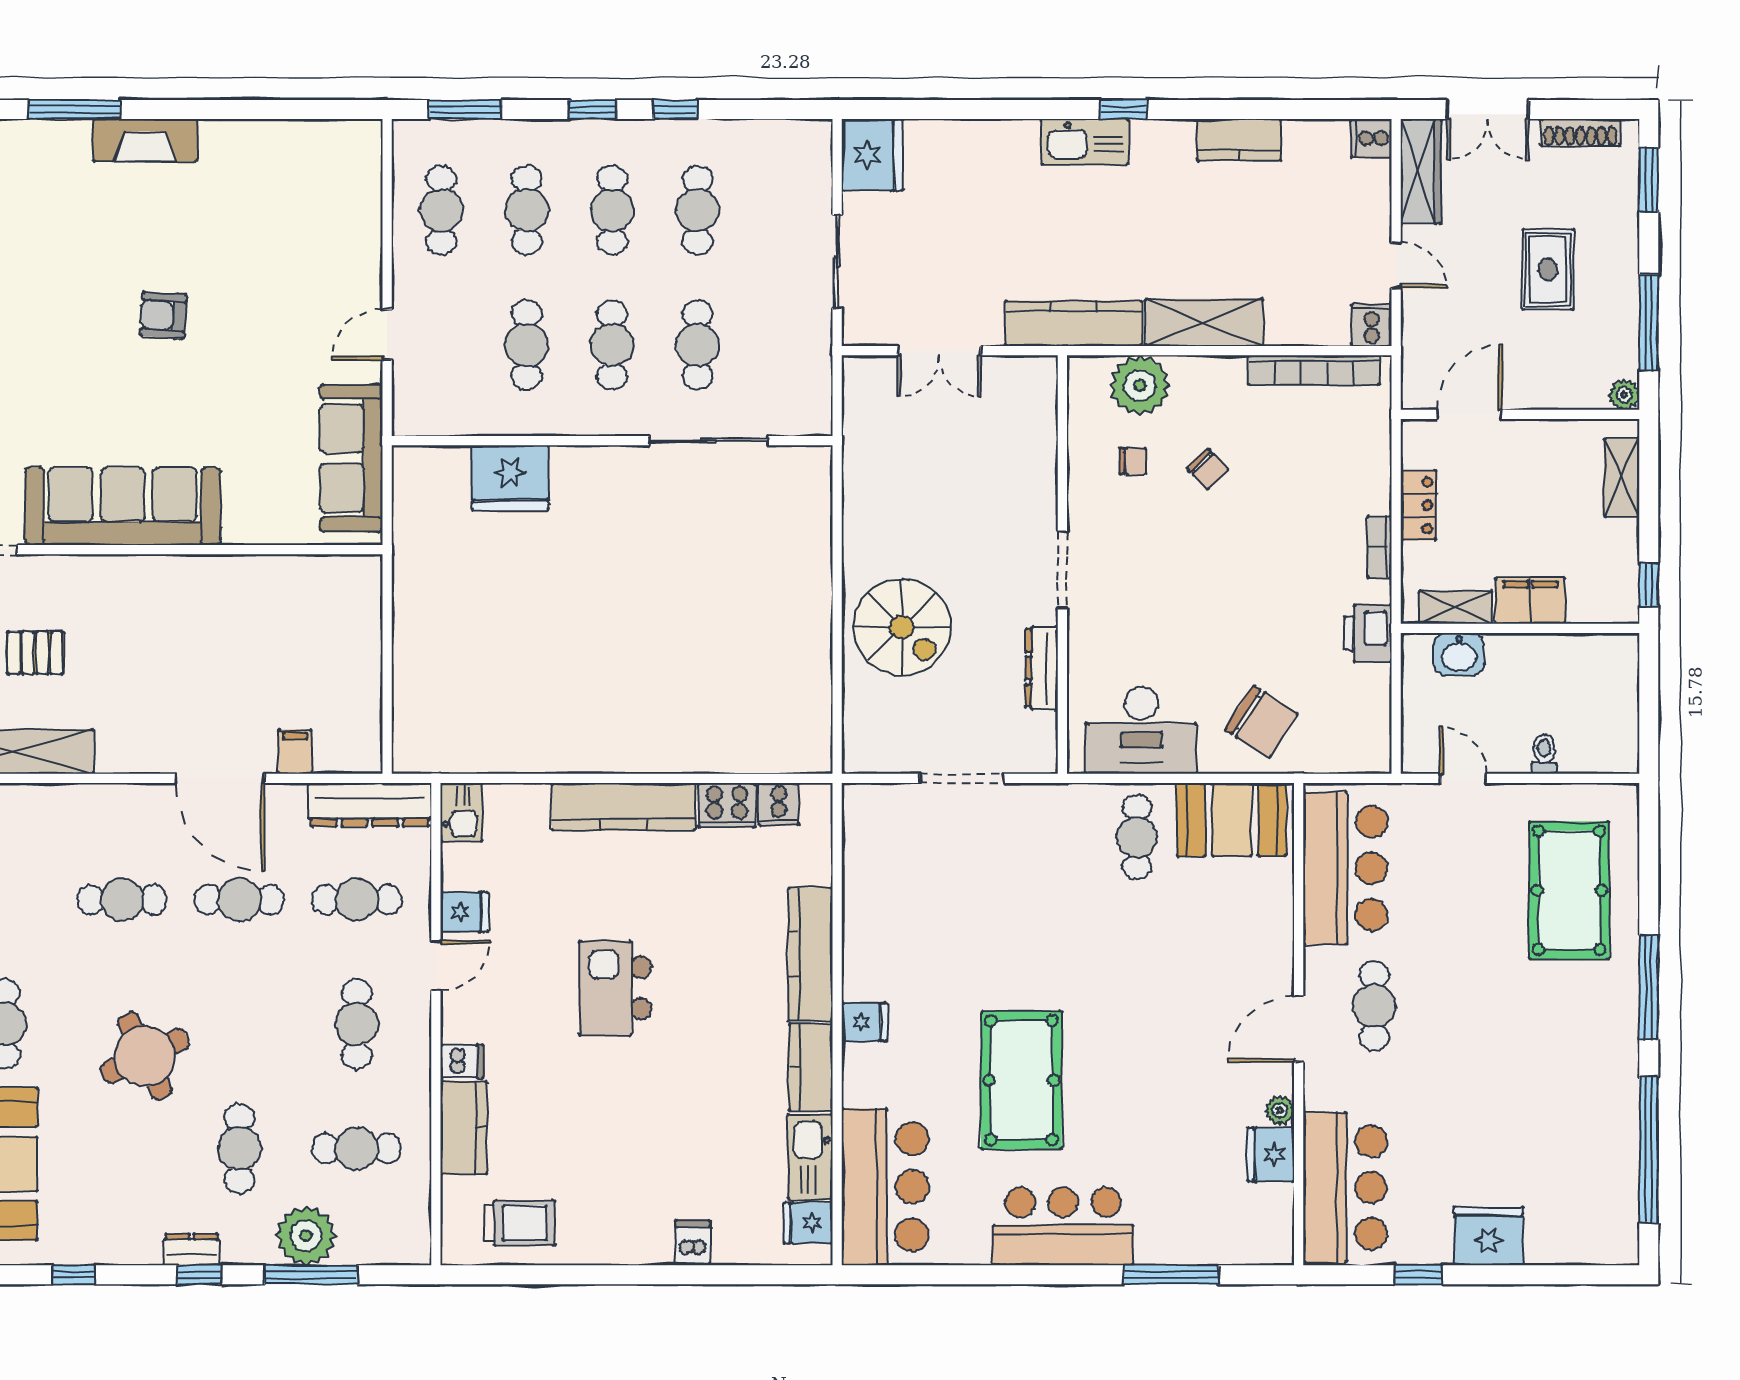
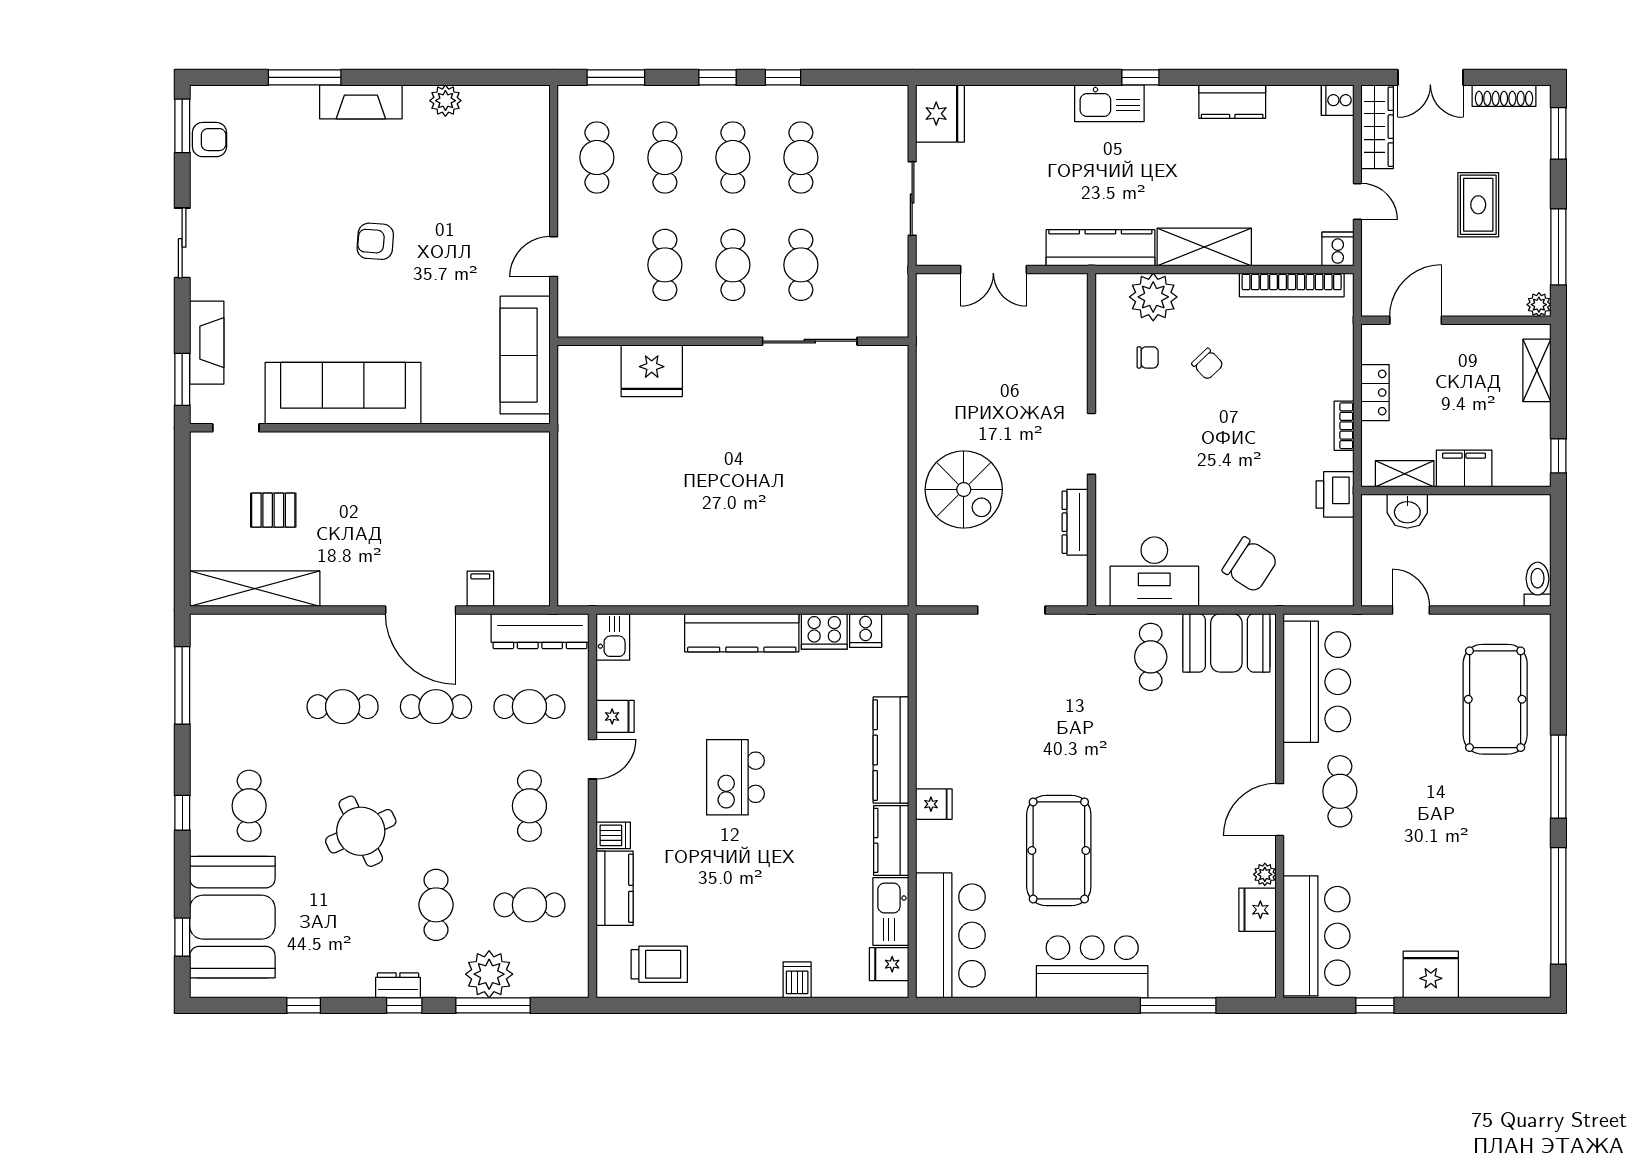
plant: (251, 139) -> (445, 101), added
toilet: (1544, 754) -> (1538, 584), moved, width x1.37, depth x1.39

